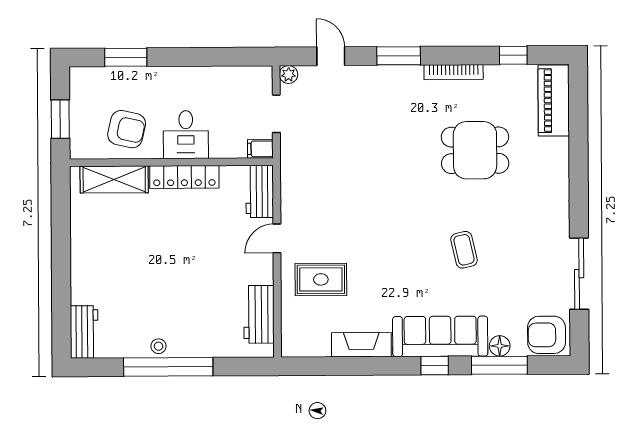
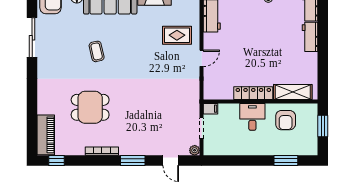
window: (513, 55) -> (57, 160), moved
armchair: (127, 129) -> (286, 120), turned -103
workbench: (260, 191) -> (310, 37), moved, turned 180

